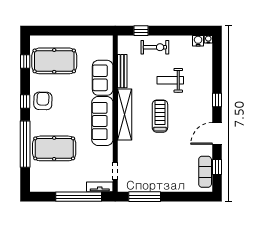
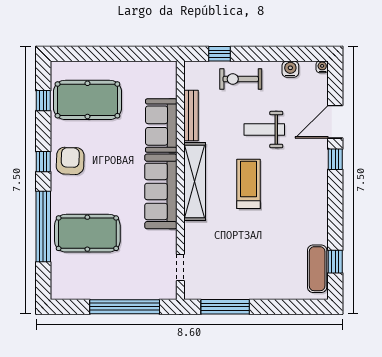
water cooler: (198, 41) -> (290, 69), moved
exercise bike: (155, 47) -> (241, 79), turned 180
door: (217, 133) -> (335, 122), moved
tv unit: (100, 187) -> (157, 292), removed

